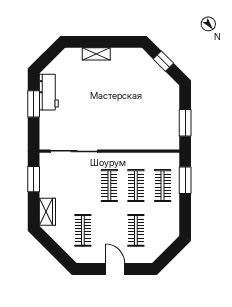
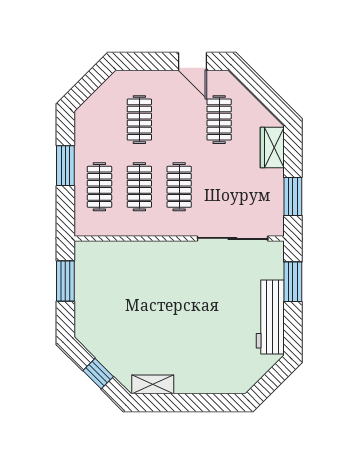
shelving: (96, 54) -> (153, 384), moved
workbench: (49, 92) -> (270, 317), width x1.38
window: (34, 104) -> (293, 282), moved
window: (185, 180) -> (65, 166), moved
door: (115, 269) -> (193, 61), moved

